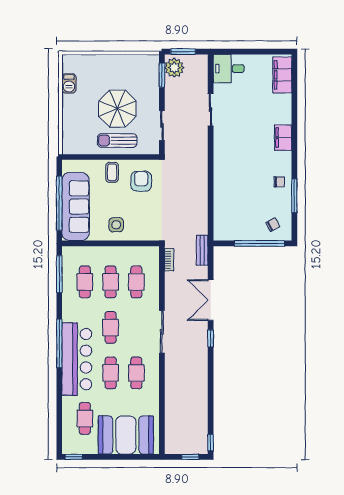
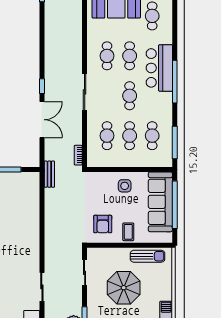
sun lounger: (117, 140) -> (148, 256), moved
bench: (202, 250) -> (49, 174), moved
bar counter: (77, 359) -> (159, 68), width x0.73

